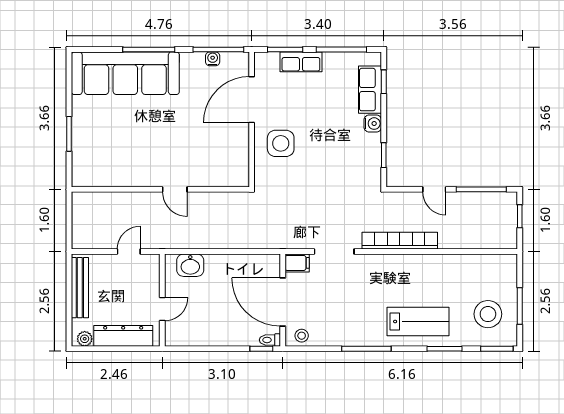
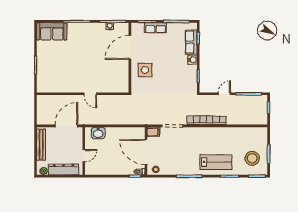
sofa: (125, 73) -> (52, 31), width x0.54, depth x0.79
door: (434, 189) -> (224, 94), swing flipped
door: (129, 252) -> (66, 126), width x1.87

